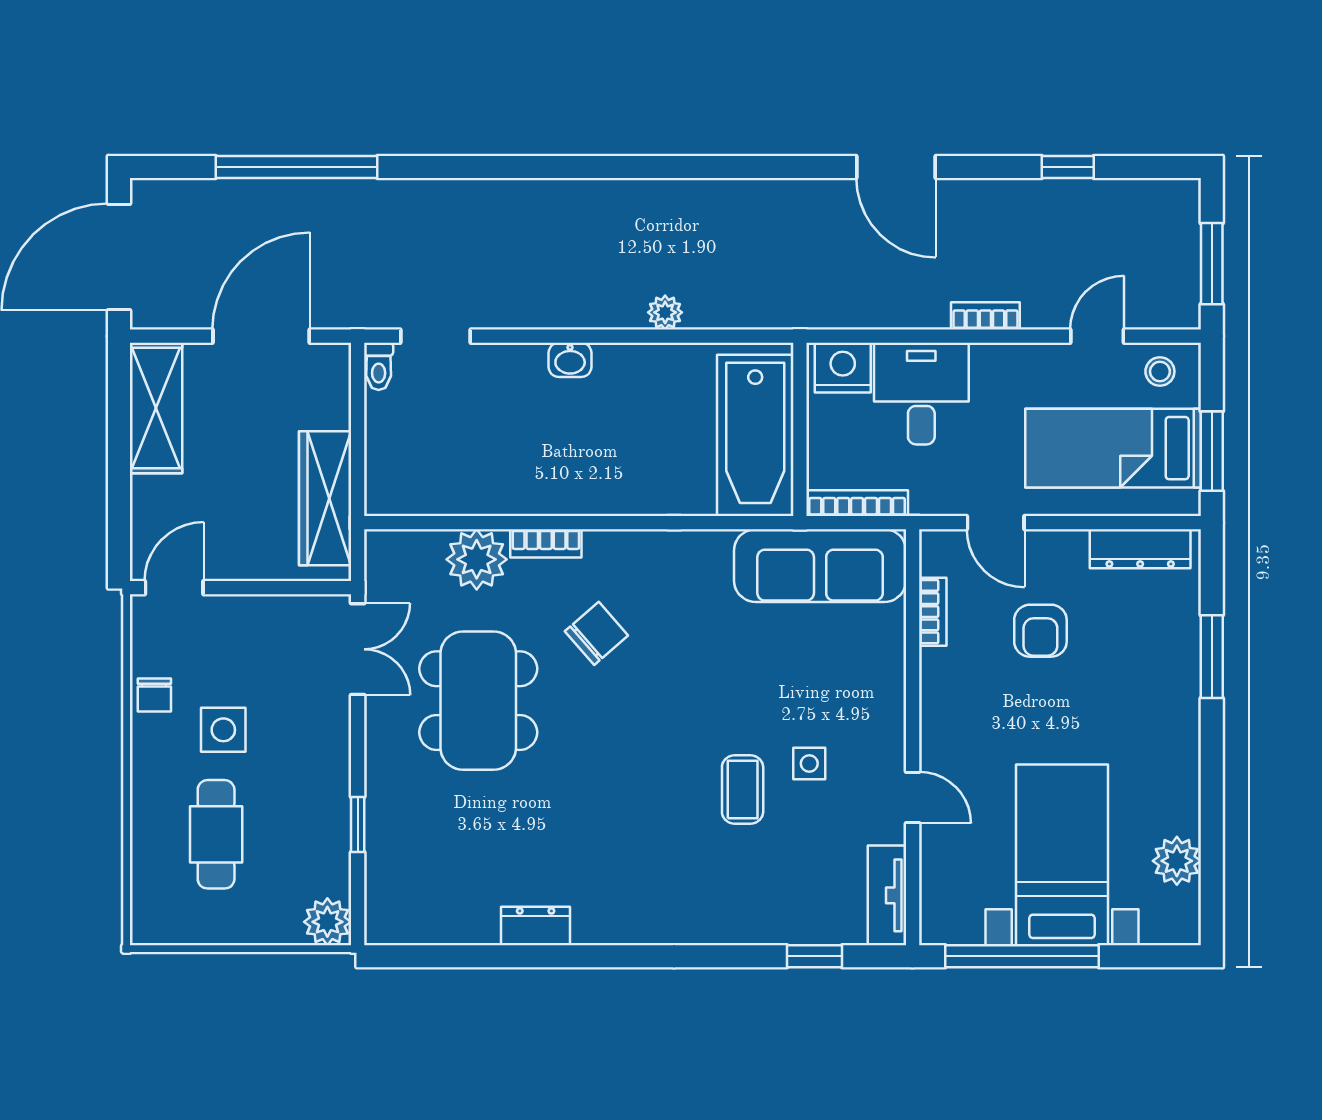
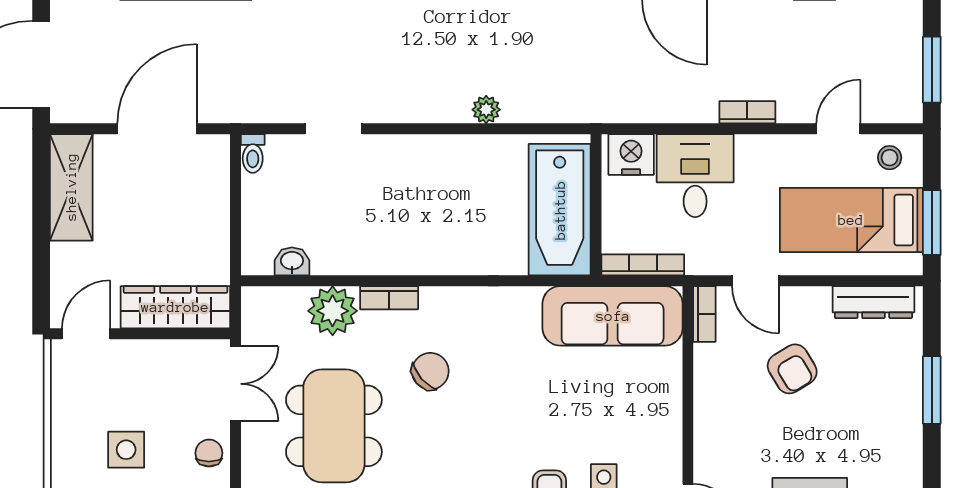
doorway: (435, 336) -> (334, 129), moved
washbasin: (570, 360) -> (292, 261), moved, turned 180
wardrobe: (325, 498) -> (175, 307), moved, turned 90
bookcase: (933, 612) -> (704, 314), moved
armchair: (1040, 631) -> (792, 369), turned -31
chair: (154, 695) -> (209, 453), moved, turned 180

